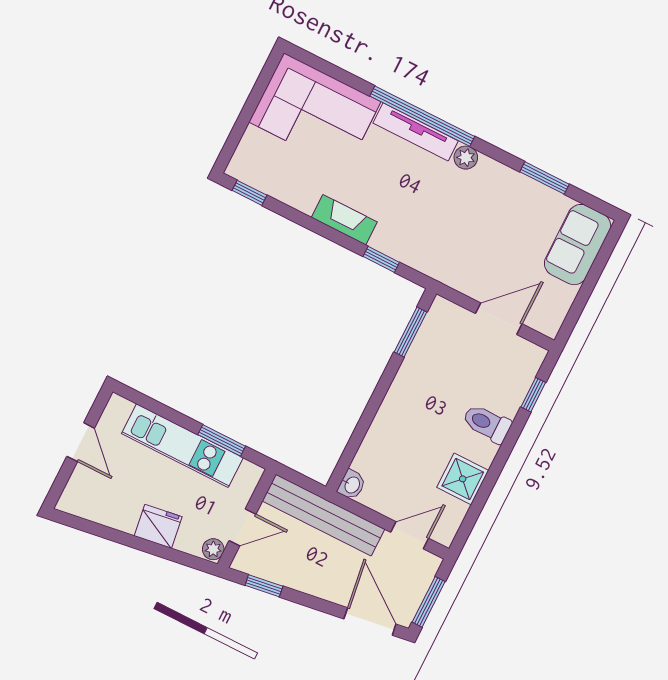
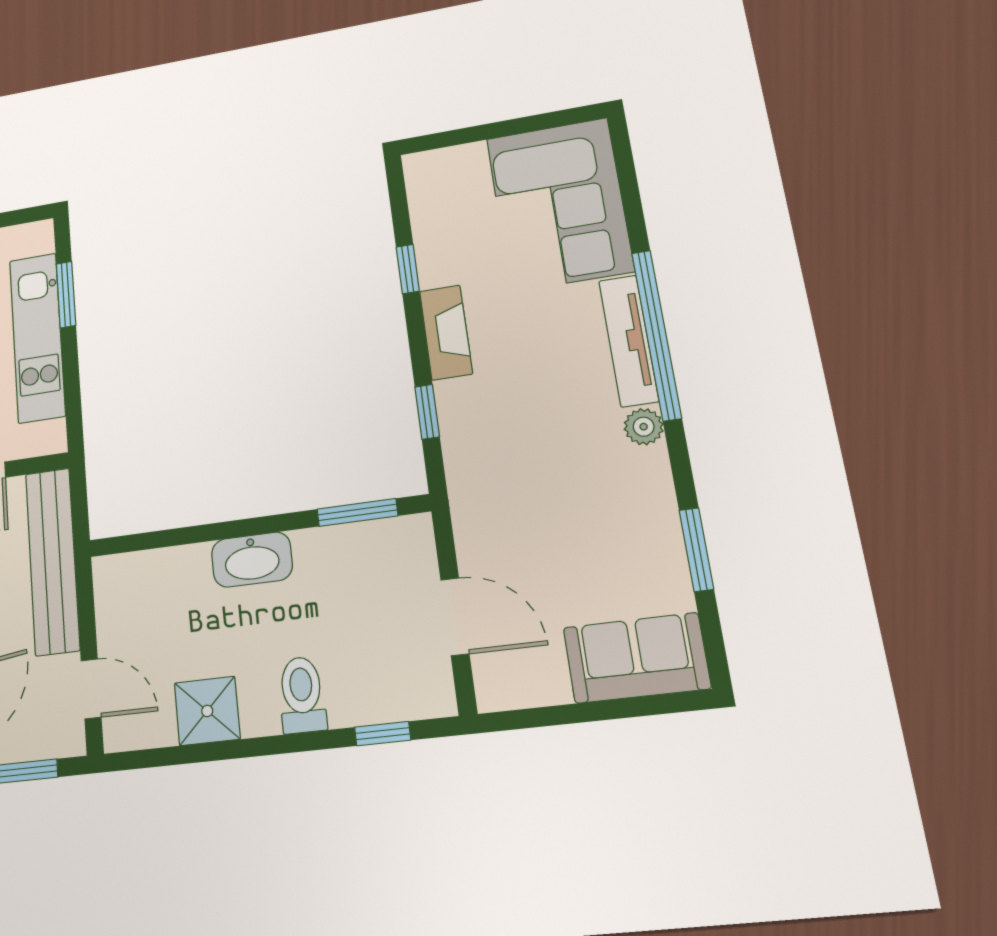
window: (249, 193) -> (408, 269), moved
window: (222, 440) -> (66, 294), moved
washbasin: (352, 485) -> (252, 560), moved, width x1.91, depth x1.45

